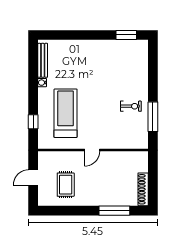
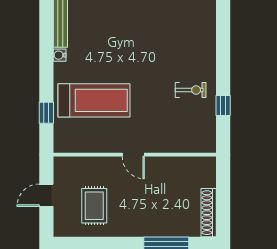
treadmill: (66, 113) -> (94, 100), turned 90
window: (153, 117) -> (223, 105), width x0.46
door: (92, 150) -> (133, 155), hinge flipped

